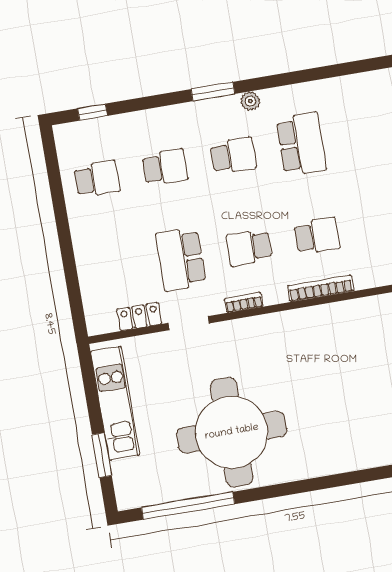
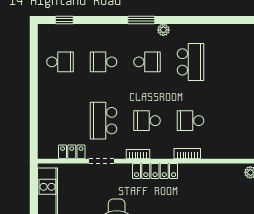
school desk: (165, 167) -> (104, 62), turned 180
school desk: (317, 236) -> (191, 121), turned 180
bookcase: (321, 288) -> (187, 154), width x0.64
locker: (275, 324) -> (155, 171), added

